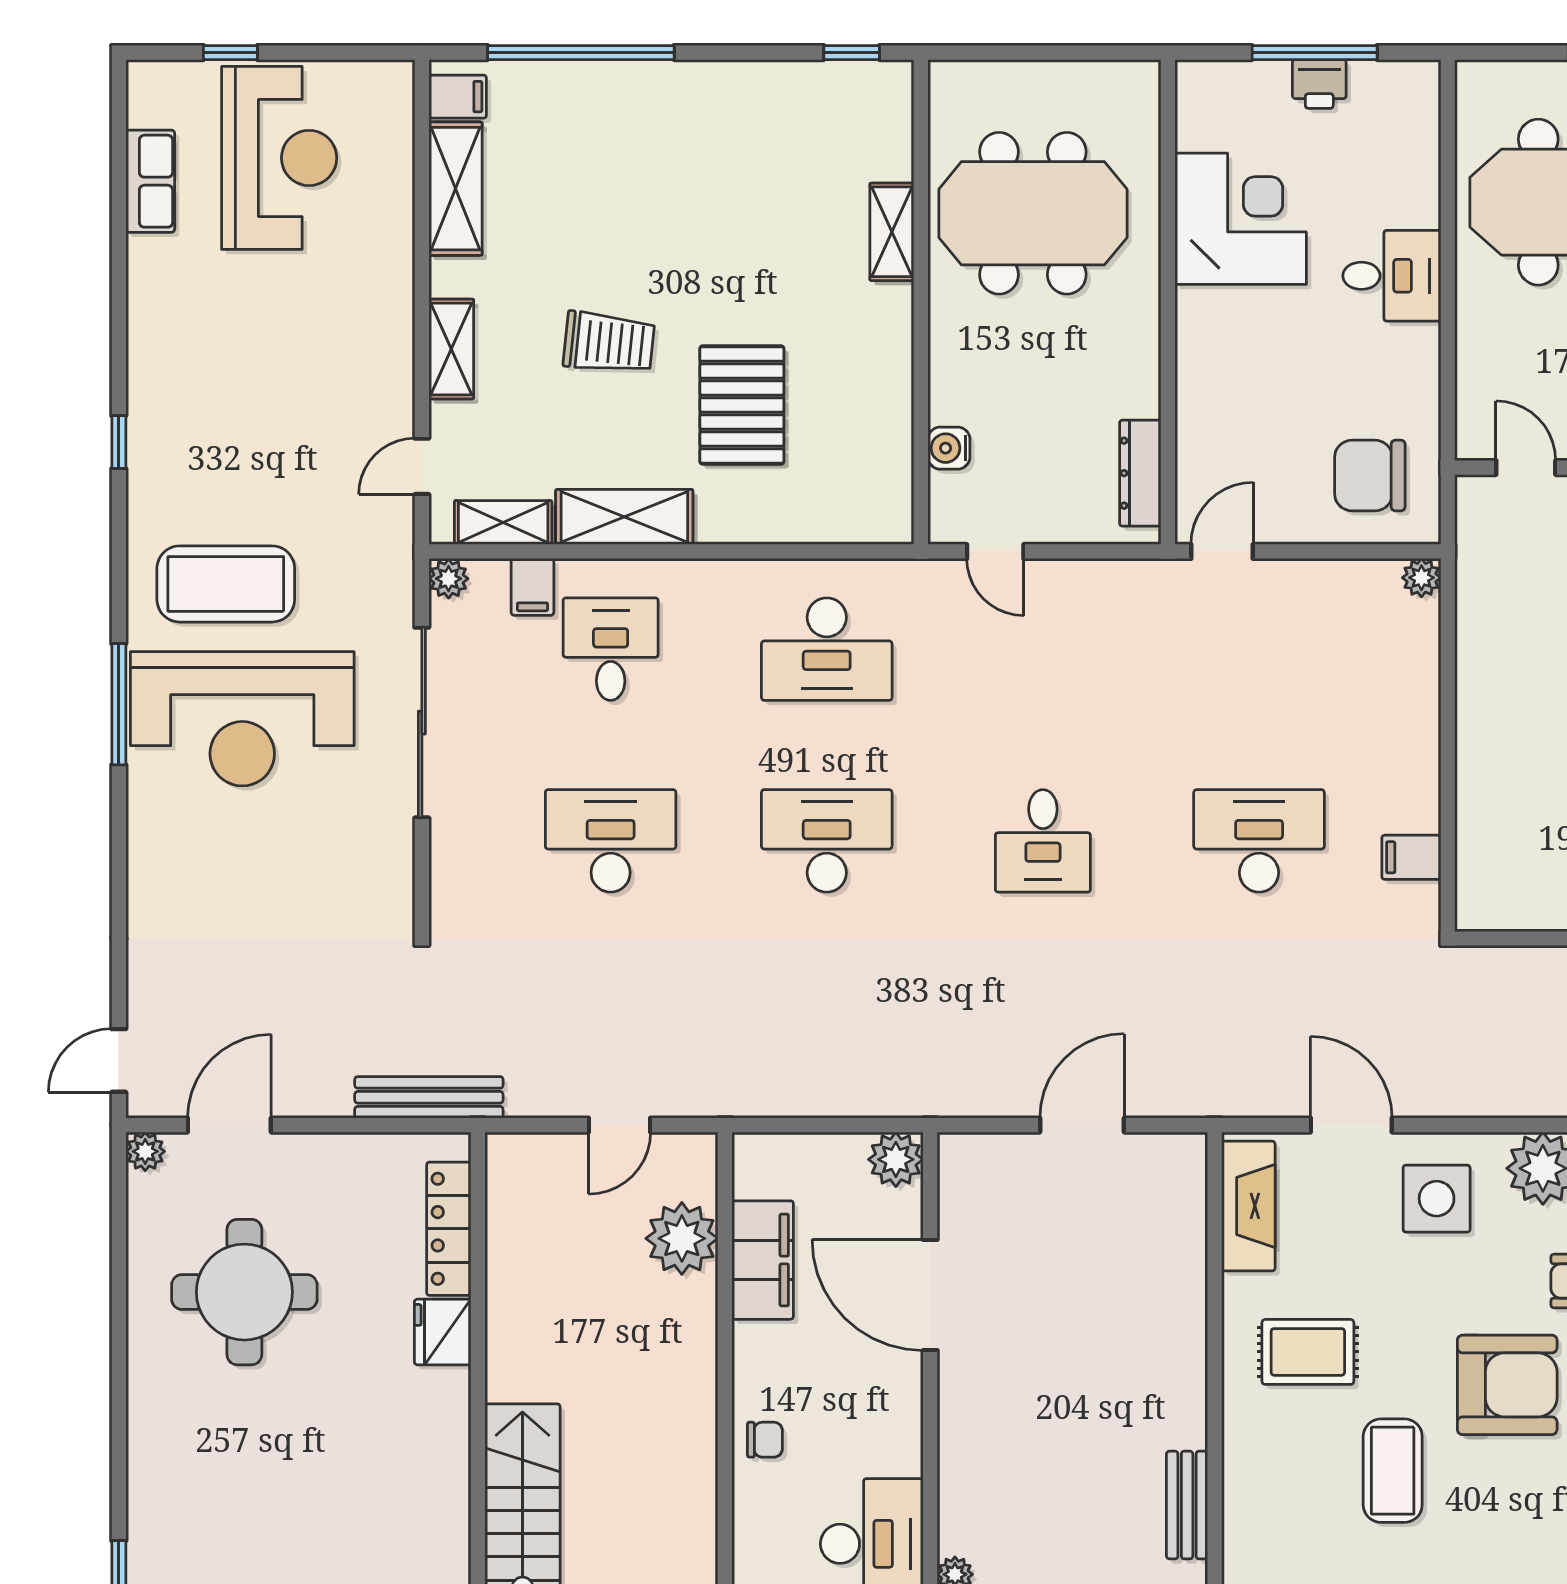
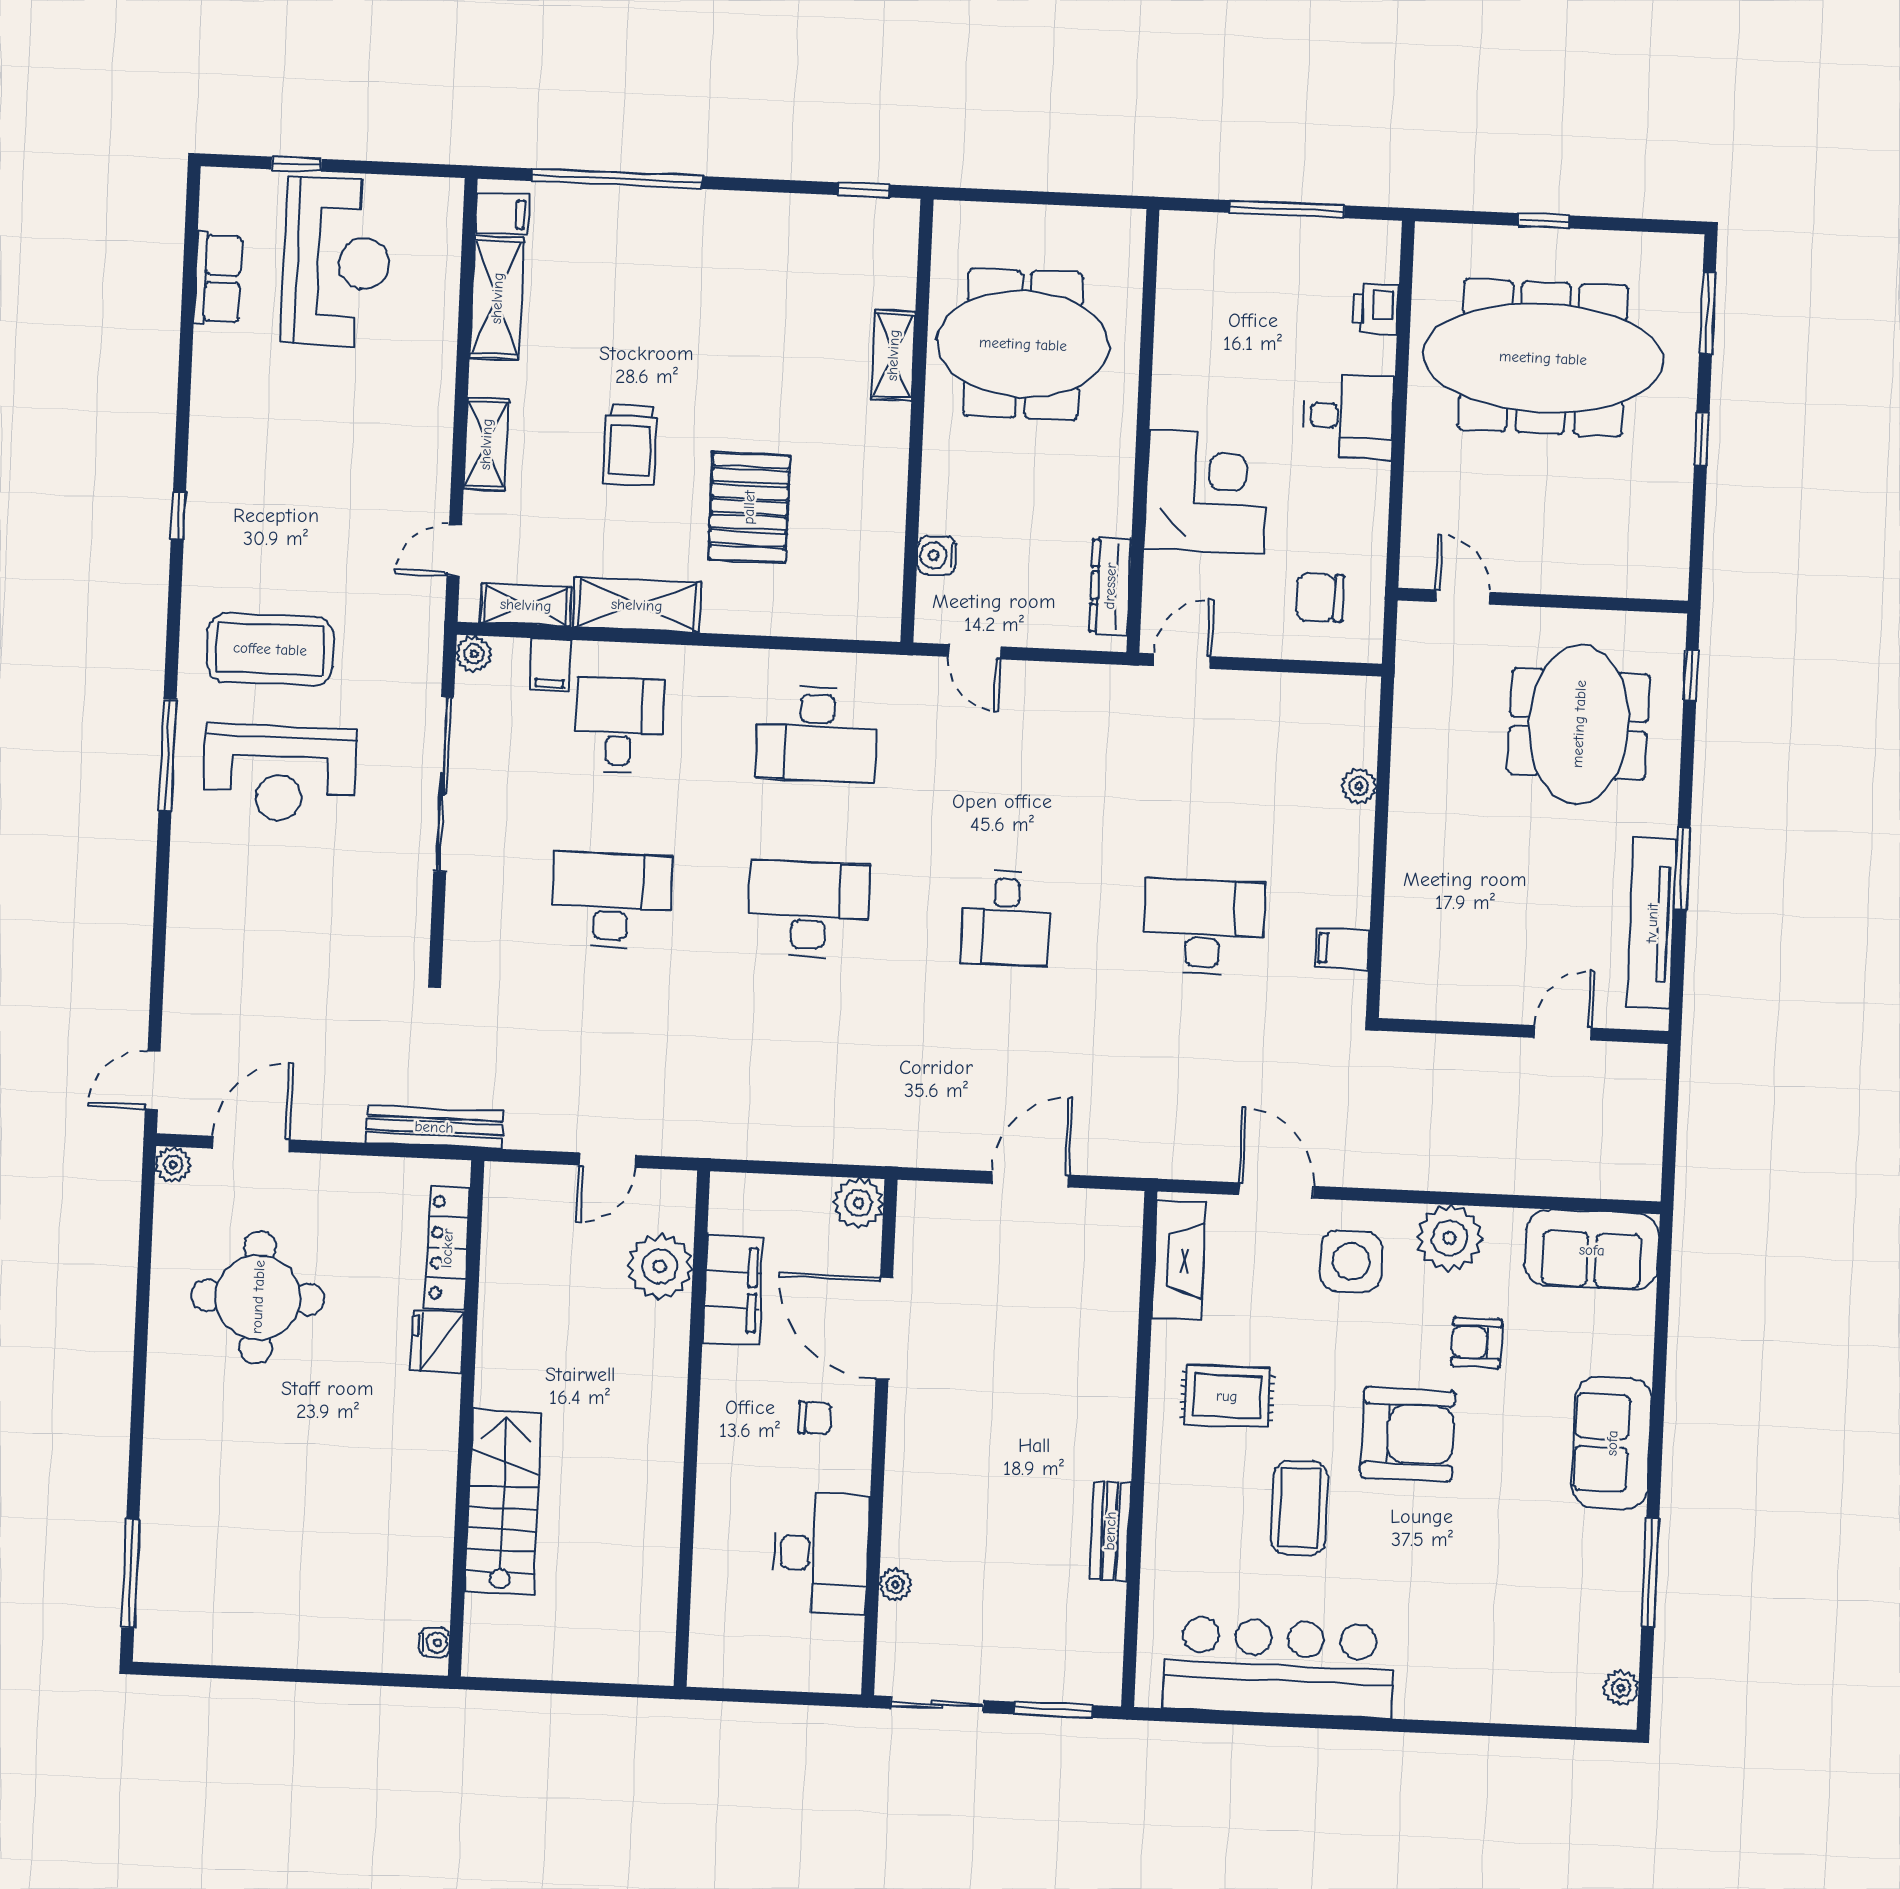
printer: (1319, 84) -> (1376, 309), moved, turned 90
corner desk: (1241, 219) -> (1207, 492), moved
trolley: (609, 343) -> (630, 445), turned 84
chair: (1370, 476) -> (1320, 598), width x0.73, depth x0.73
plant: (1421, 578) -> (1359, 786), moved
reception desk: (242, 719) -> (280, 773), width x0.74, depth x0.77
chair: (765, 1440) -> (815, 1418), moved

